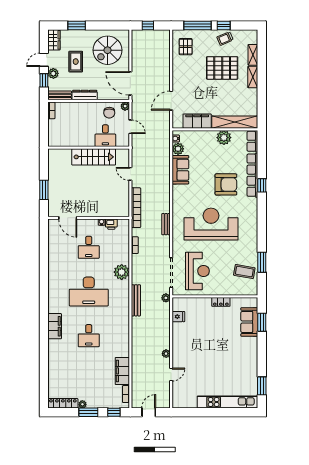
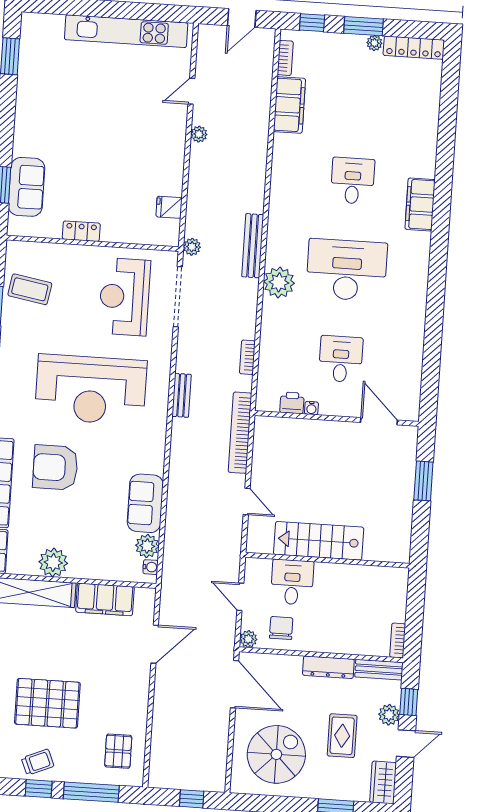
plant: (122, 272) -> (279, 282), moved
kitchen unit: (227, 402) -> (126, 31), moved

